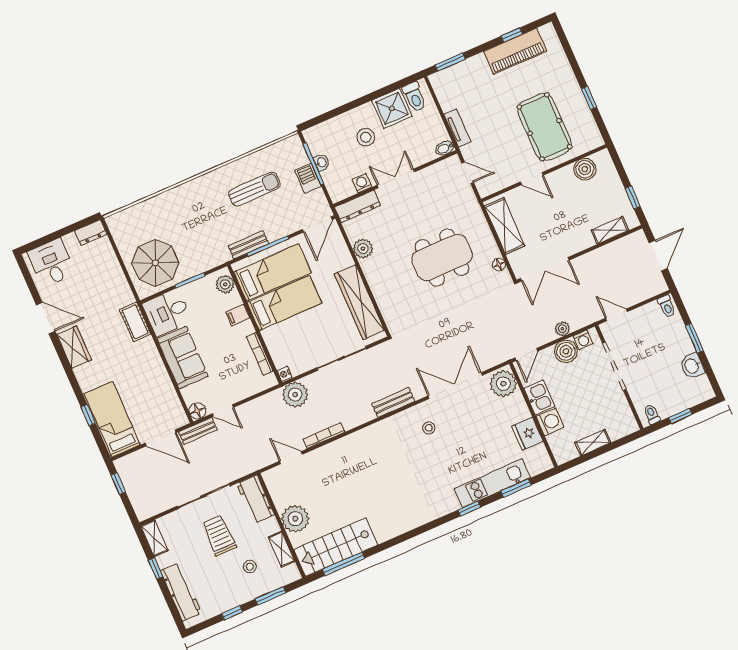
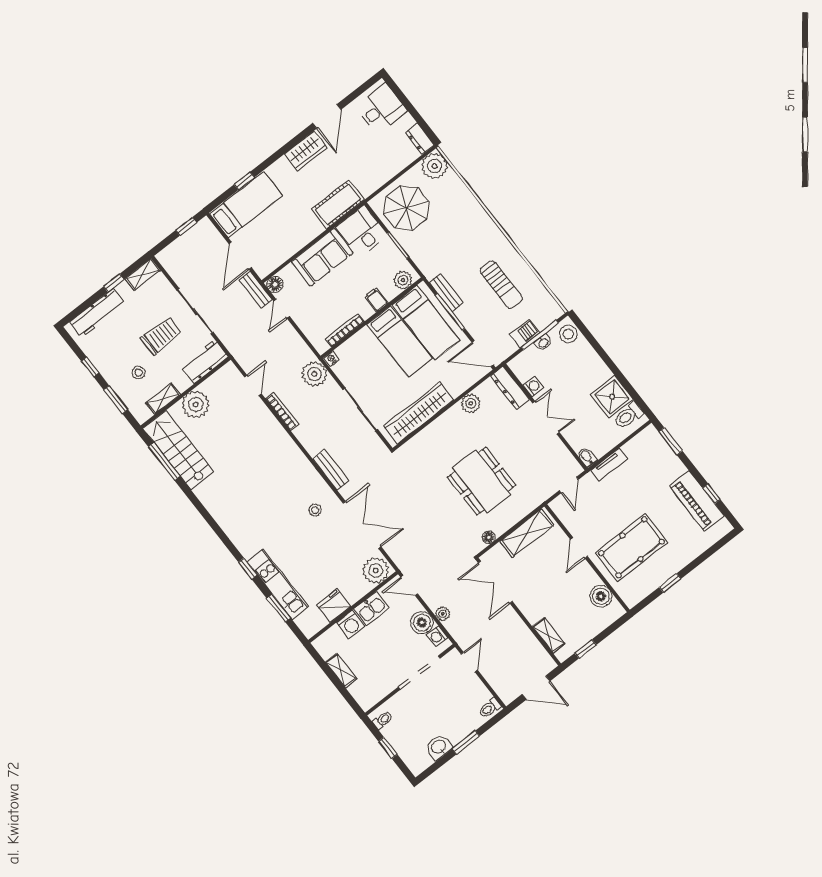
stool: (366, 137) -> (568, 334), moved
plant: (121, 225) -> (435, 166), added
cot: (135, 322) -> (338, 204), width x1.37, depth x1.34

